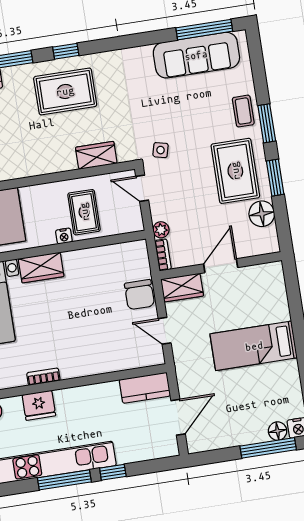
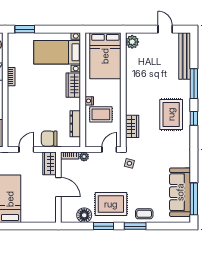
dresser: (107, 254) -> (75, 124), added

